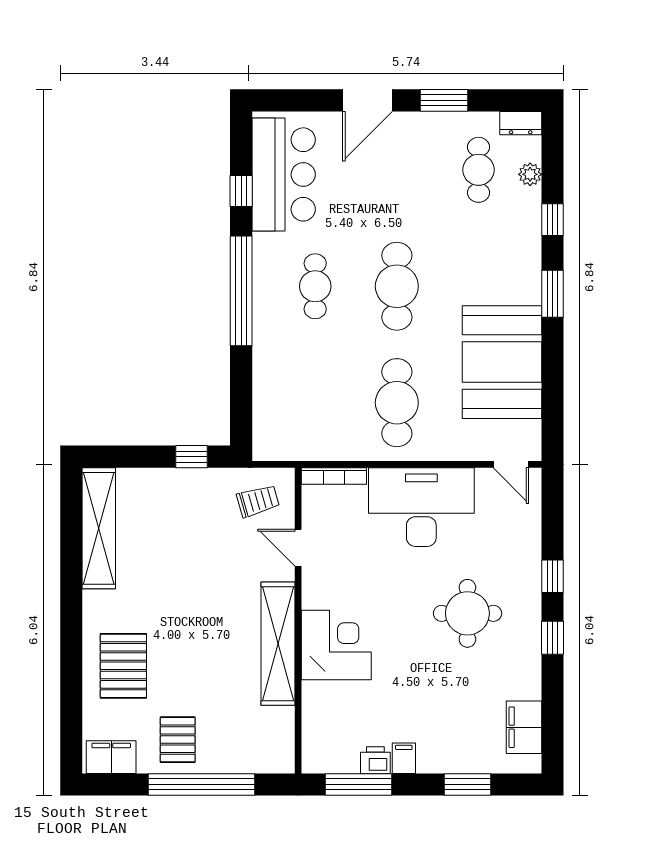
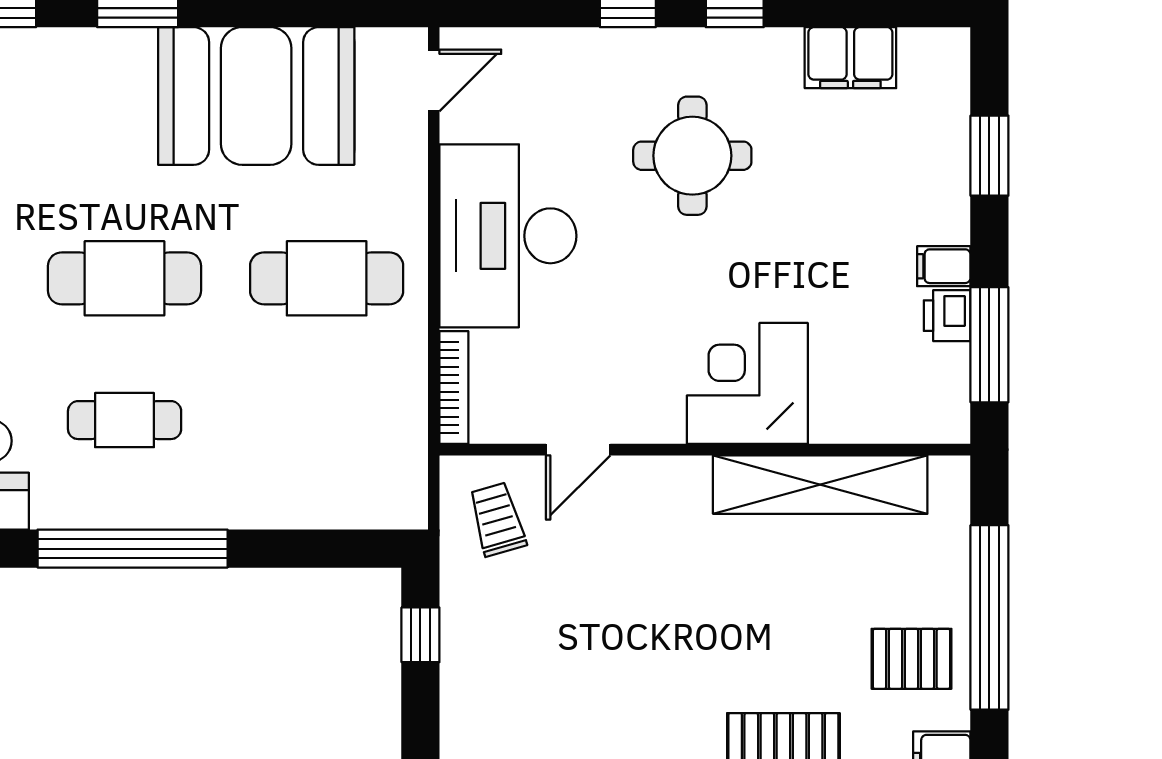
shelving: (278, 644) -> (820, 485), moved
filing cabinet: (524, 727) -> (850, 58), moved

